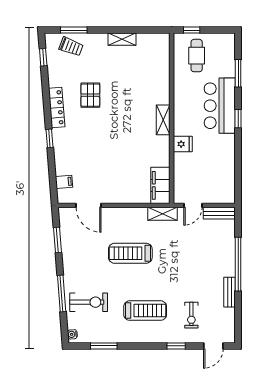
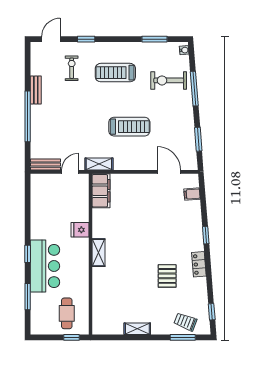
locker: (57, 108) -> (199, 264), width x0.66

